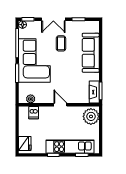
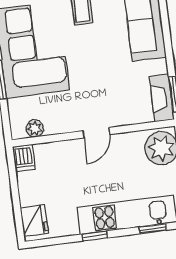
door: (60, 105) -> (96, 133), swing flipped
dishwasher: (34, 113) -> (24, 158), moved

